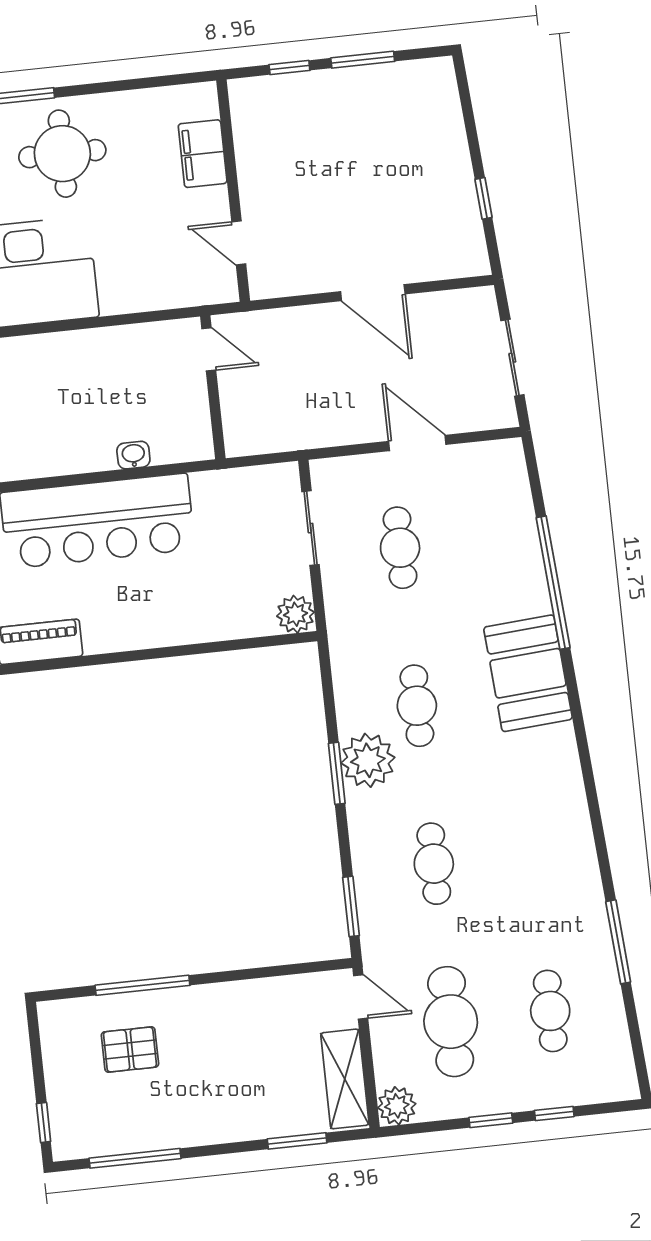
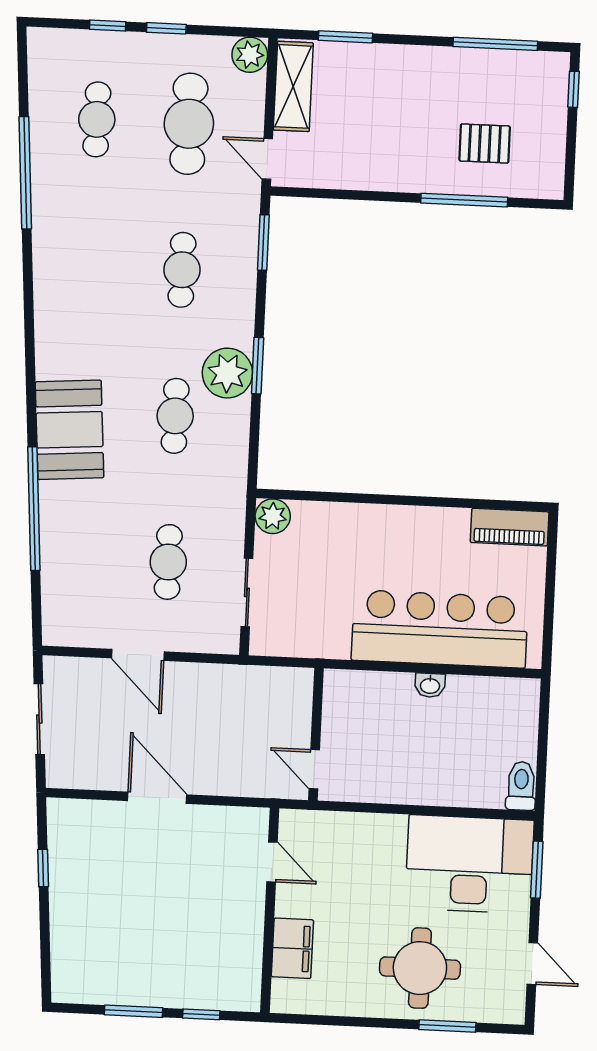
washbasin: (133, 455) -> (430, 685), moved
window: (618, 942) -> (25, 173), width x1.46

